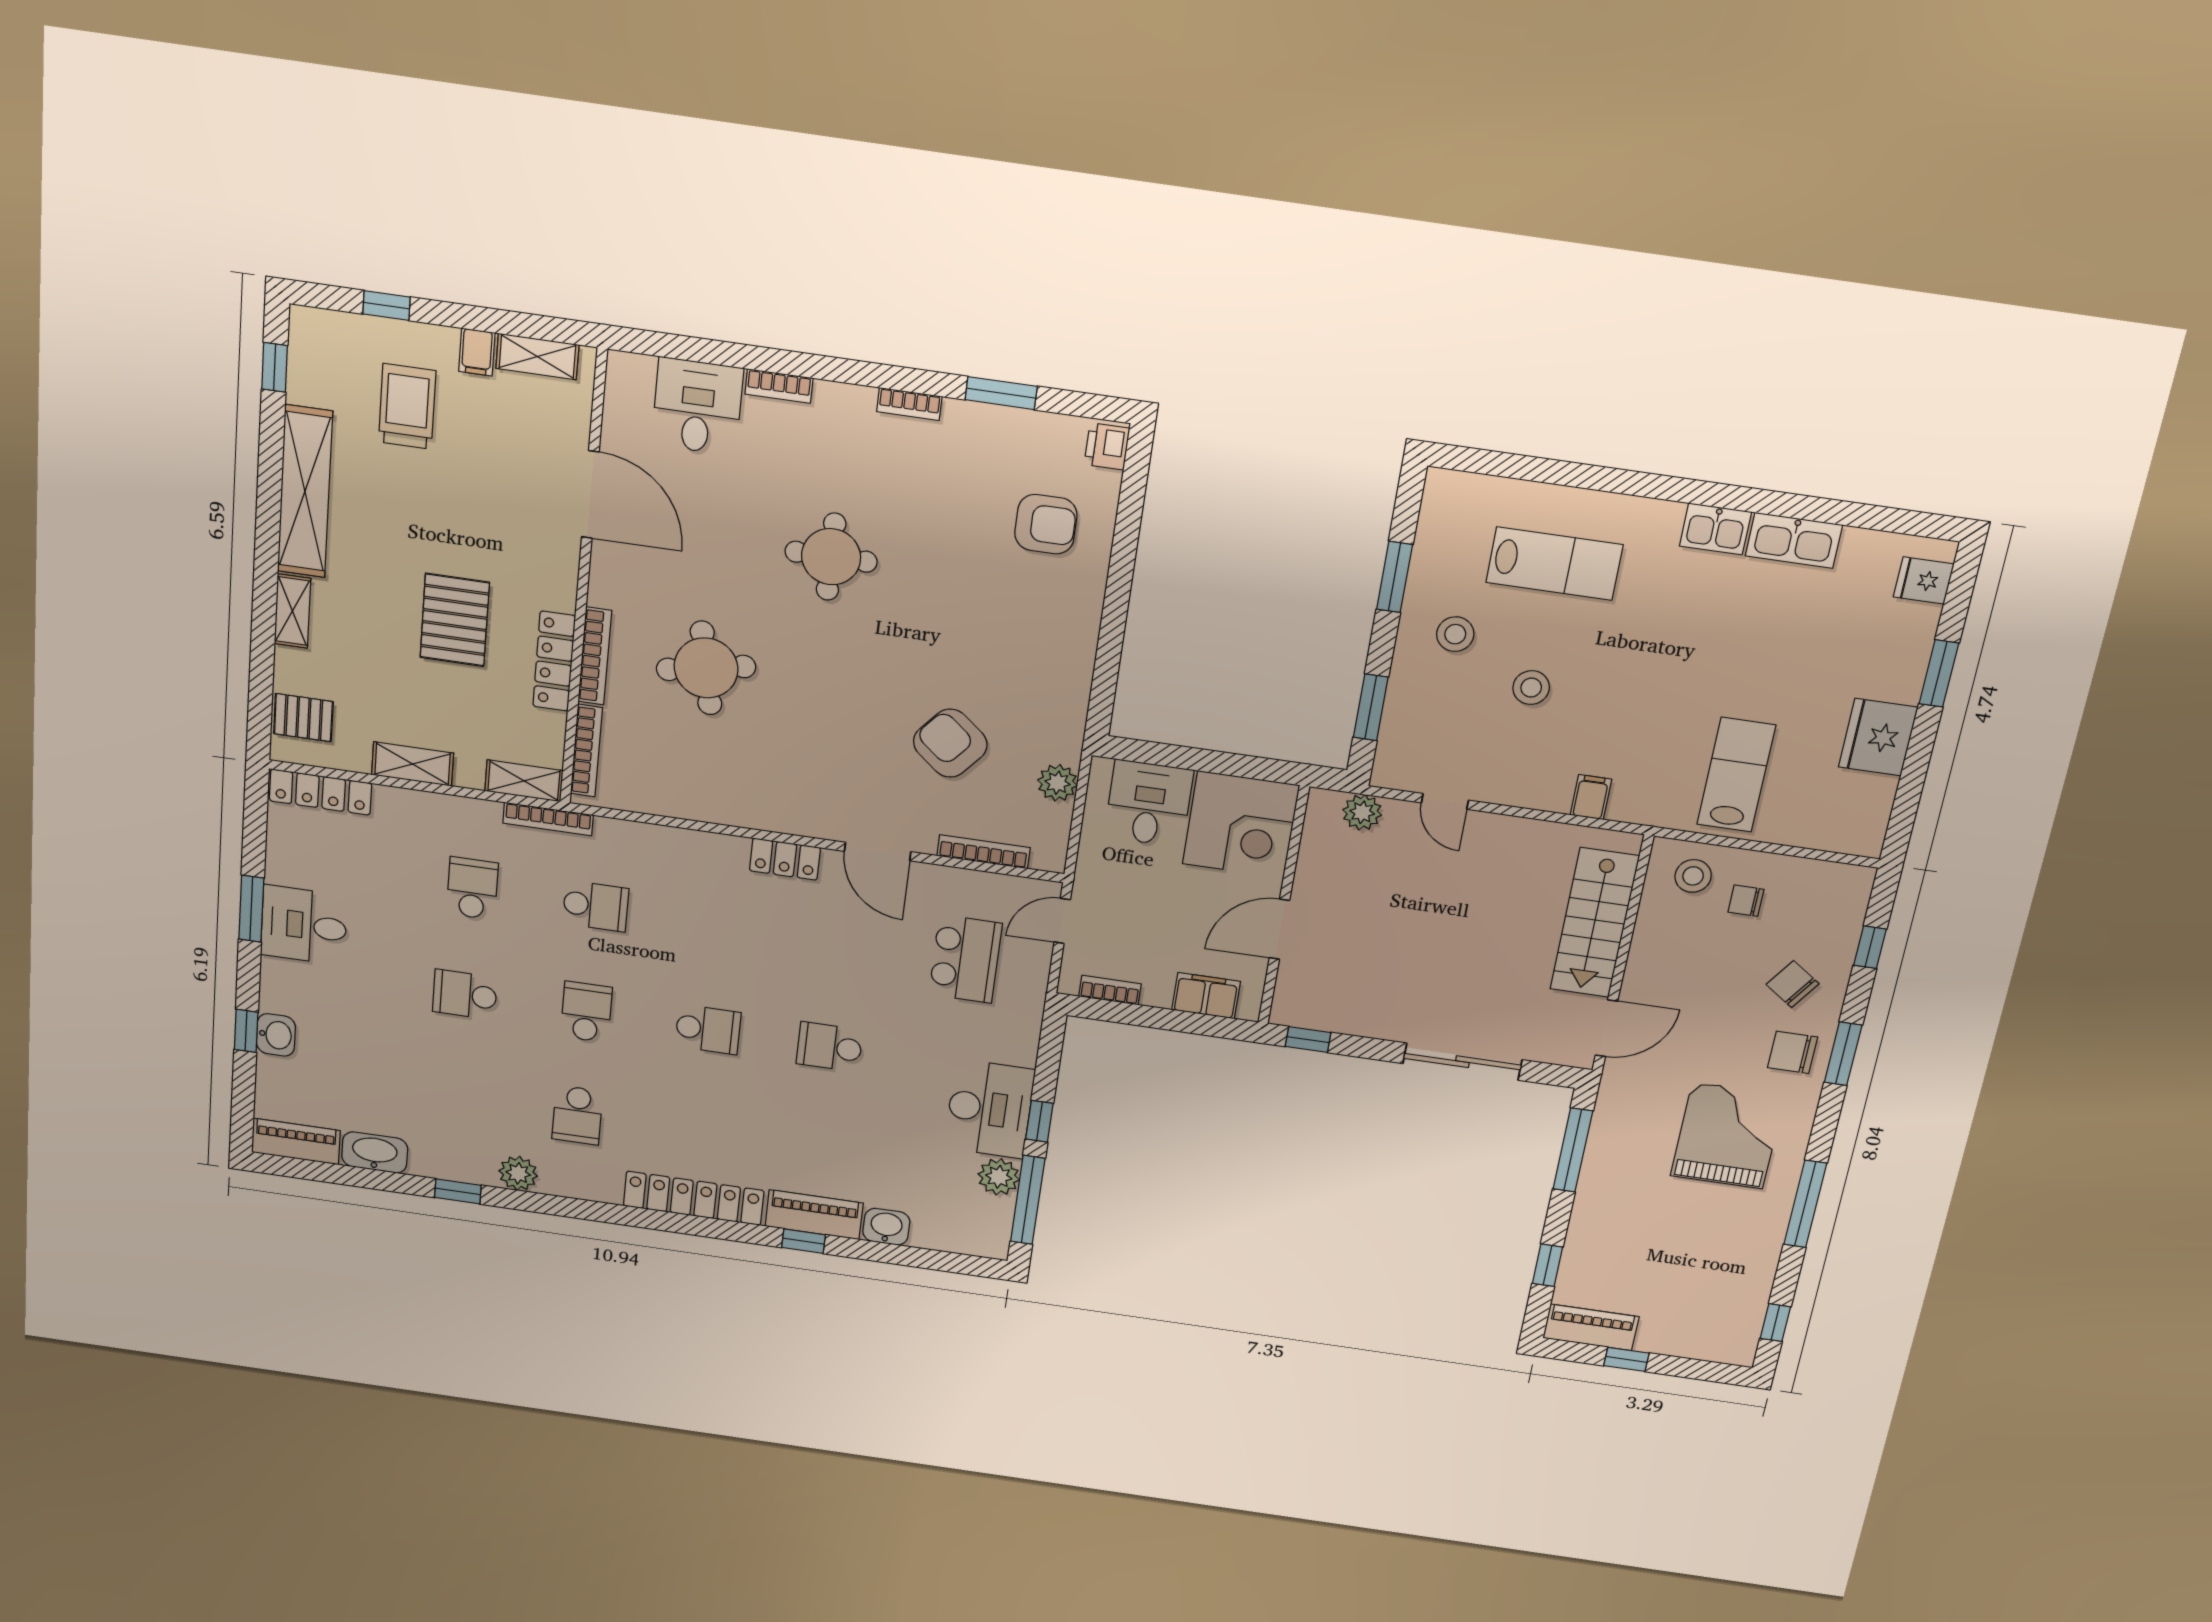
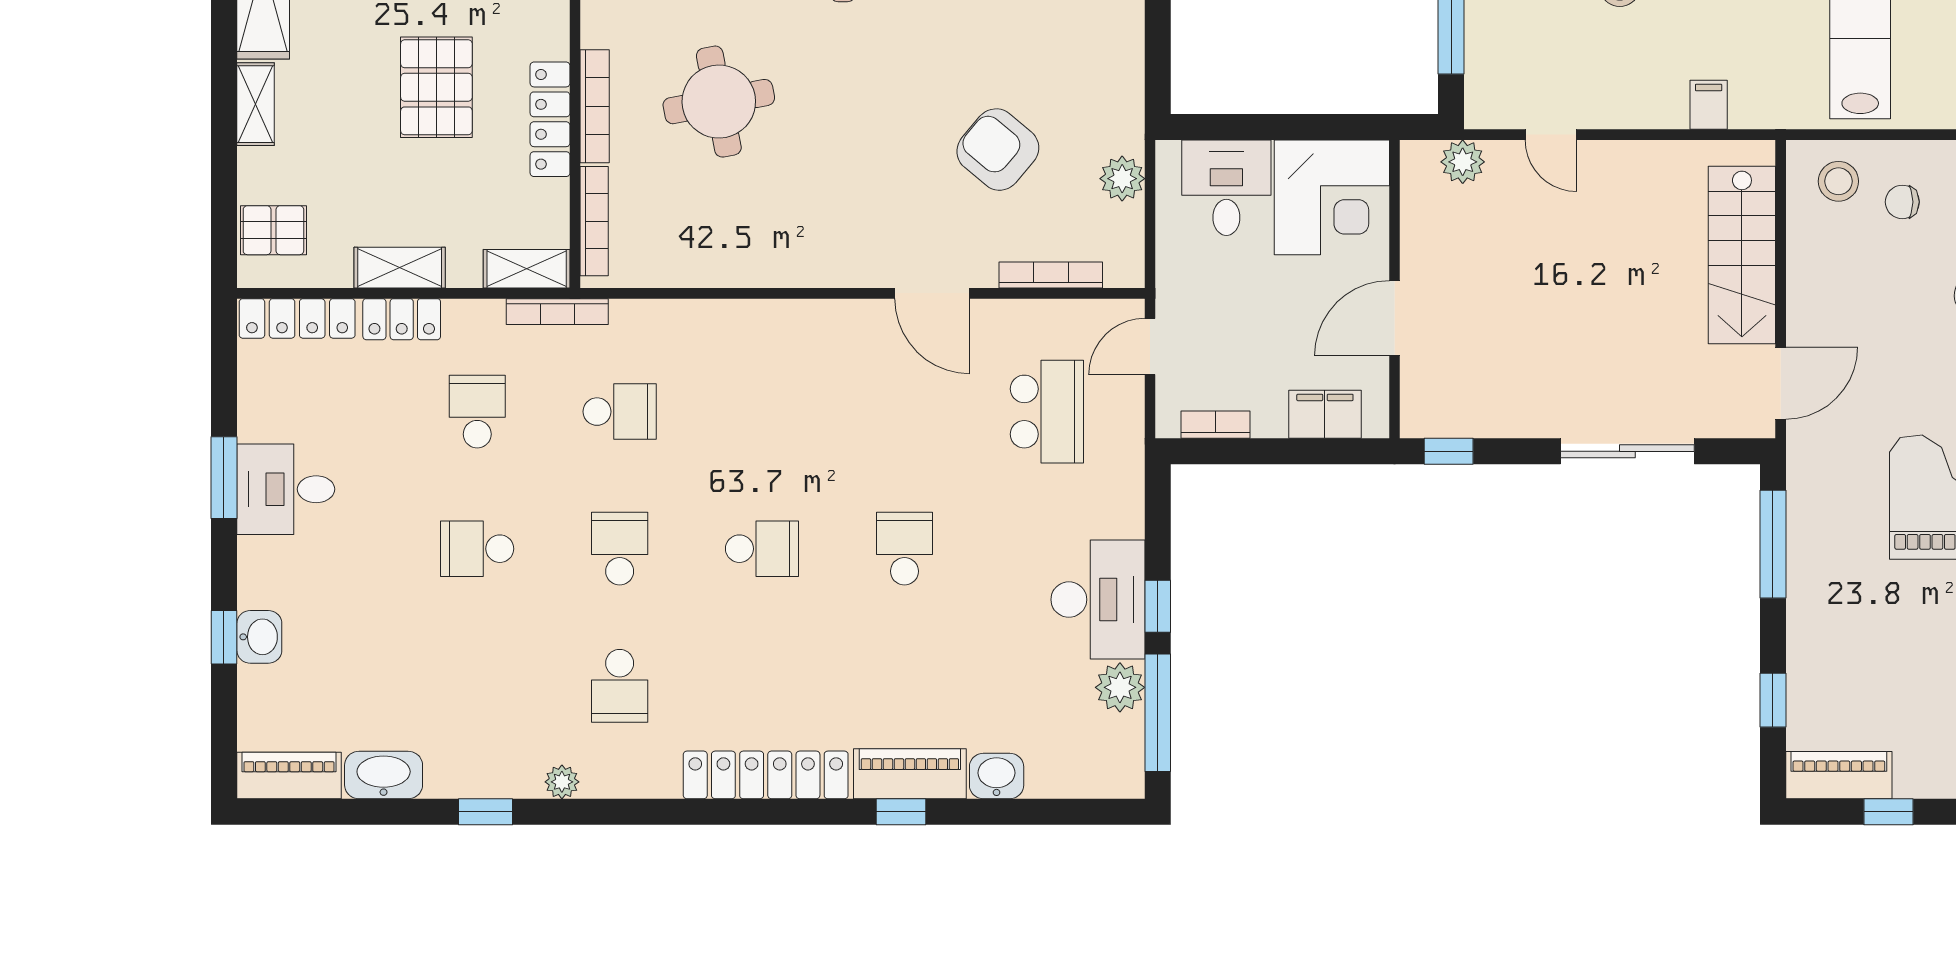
locker: (785, 859) -> (402, 319), moved
school desk: (830, 1047) -> (904, 549), turned 90
plant: (518, 1173) -> (562, 782), width x0.73, depth x0.73

